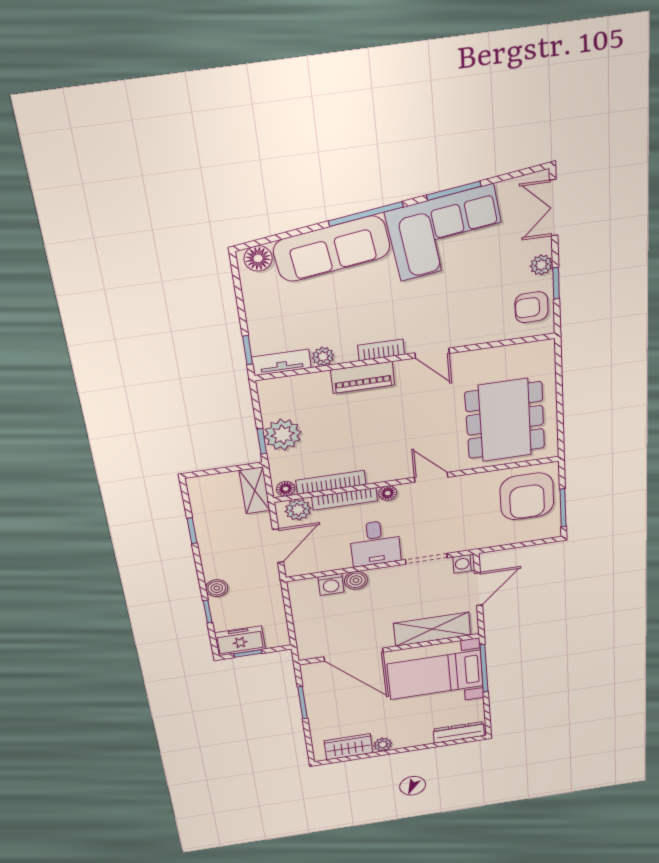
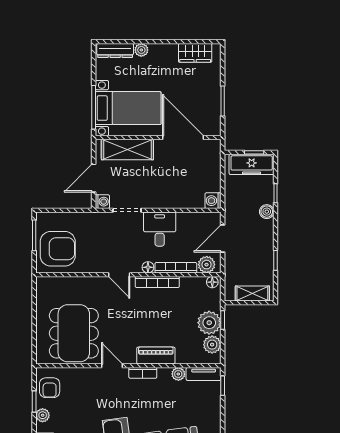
armchair: (531, 307) -> (50, 388), turned 90
plant: (274, 406) -> (212, 345), added
dining table: (505, 420) -> (74, 333), moved
bookcase: (331, 482) -> (157, 282), moved
shelving: (255, 490) -> (252, 294), moved, turned 90
armchair: (527, 496) -> (58, 249), turned 90
boiler: (356, 580) -> (175, 201), removed
washing machine: (331, 584) -> (213, 201), moved, turned -90
freezer: (240, 641) -> (252, 164), width x1.40
plant: (383, 745) -> (141, 50), moved

